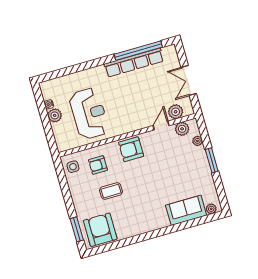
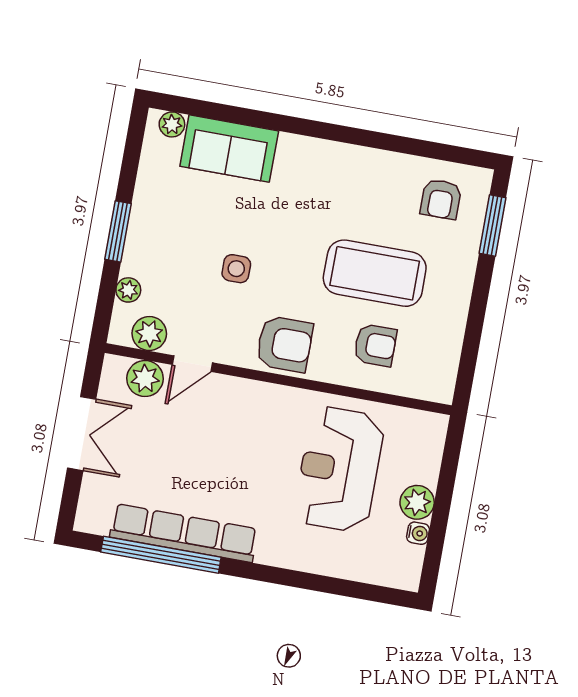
side table: (73, 167) -> (236, 269), moved
coffee table: (111, 191) -> (375, 273), width x1.86, depth x1.72
armchair: (100, 230) -> (441, 199), width x0.53, depth x0.53

